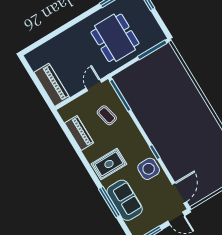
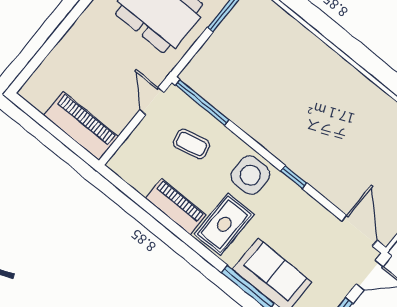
piano: (79, 133) -> (176, 207), moved
side table: (149, 169) -> (250, 175), moved

